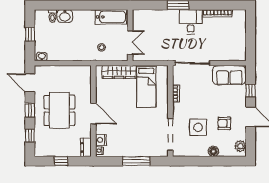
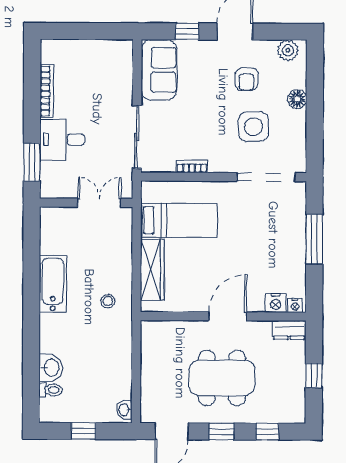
wall: (130, 35) -> (86, 203), moved
double door: (130, 42) -> (99, 203), moved

